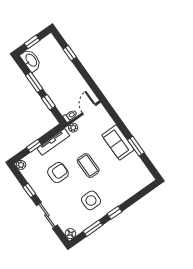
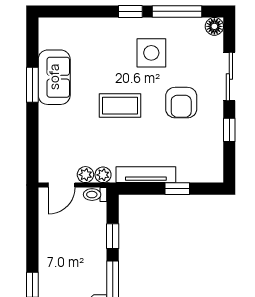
sofa: (118, 142) -> (54, 77), moved
plant: (21, 165) -> (85, 175), moved
coffee table: (88, 166) -> (120, 106), turned 90
armchair: (58, 173) -> (181, 103), moved, turned -90
window: (93, 228) -> (177, 11), width x1.44

